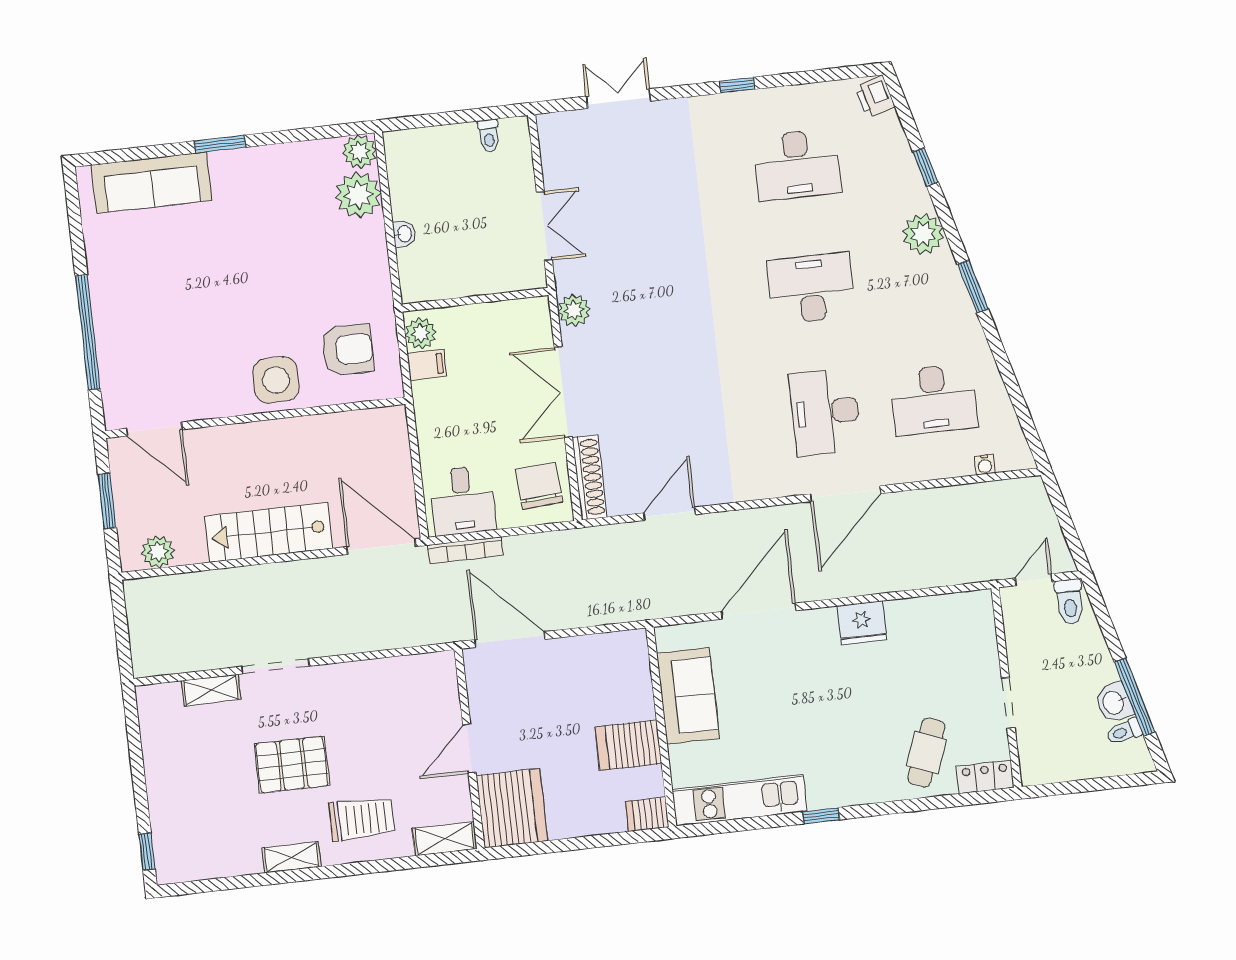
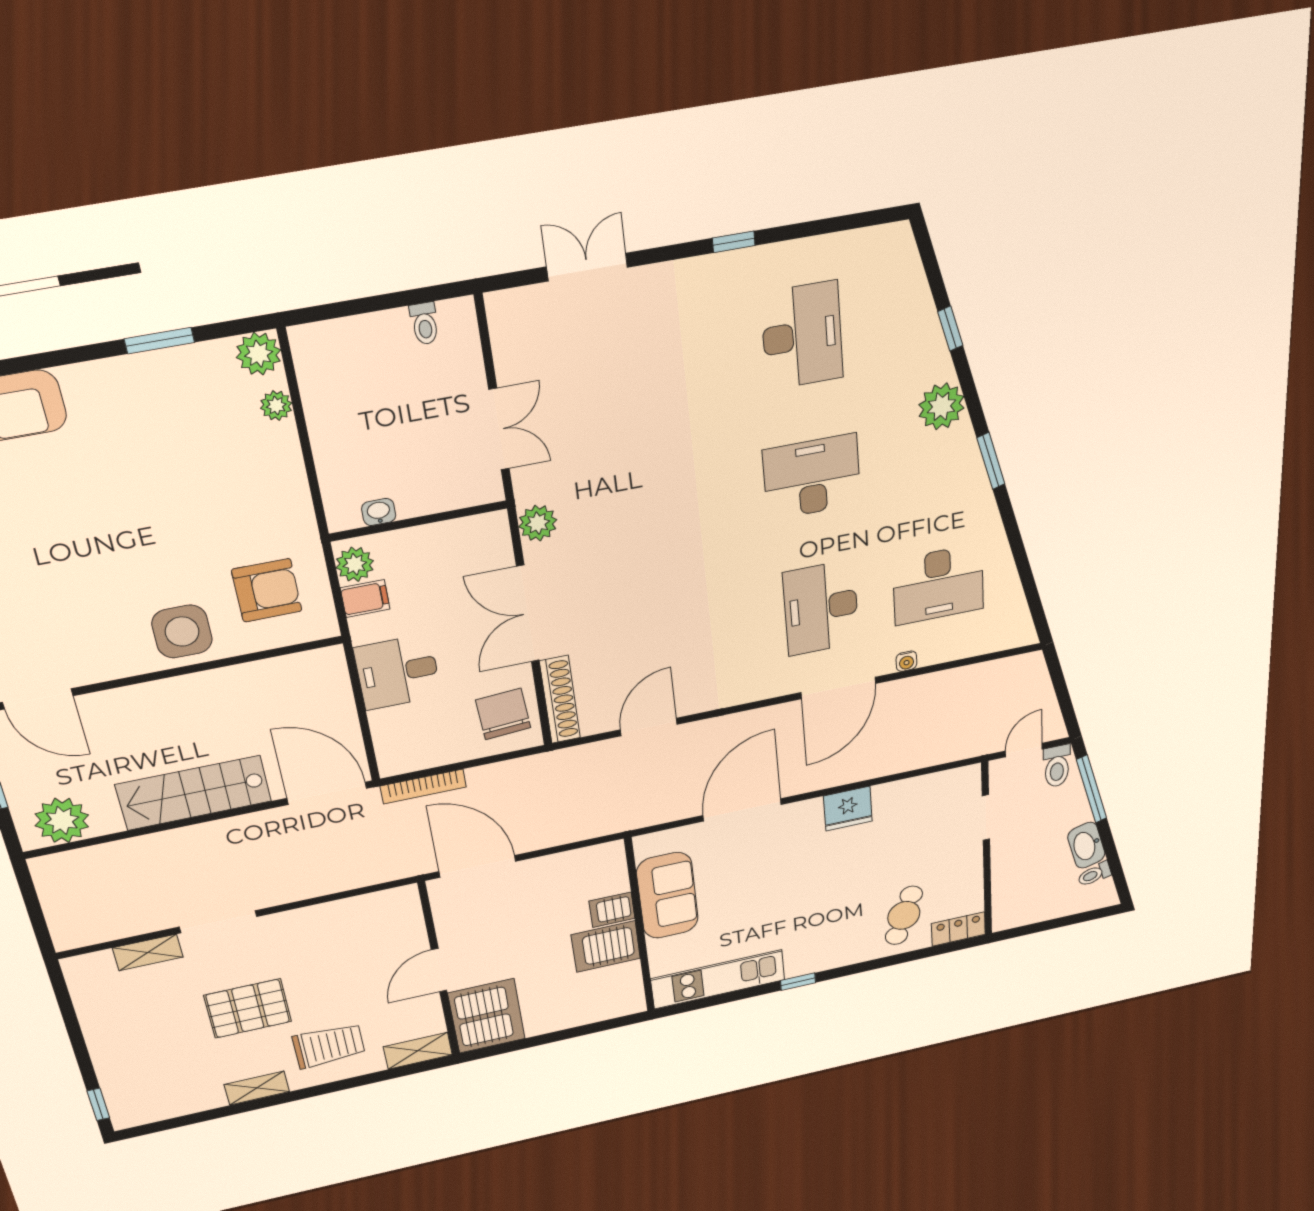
printer: (875, 97) -> (898, 247), removed
window: (220, 144) -> (159, 341), moved
desk: (797, 165) -> (802, 336), turned -90
plant: (358, 195) -> (276, 406), width x0.53, depth x0.53
washbasin: (404, 234) -> (379, 512), moved, turned -90
water cooler: (985, 465) -> (906, 661), moved
desk: (462, 500) -> (398, 672), moved, turned 90
plant: (158, 552) -> (62, 820), width x1.36, depth x1.36
window: (1135, 697) -> (1092, 789), moved
doorway: (1008, 703) -> (986, 818), moved
washbasin: (1114, 703) -> (1086, 845), width x1.38
server rack: (647, 814) -> (612, 910), moved

